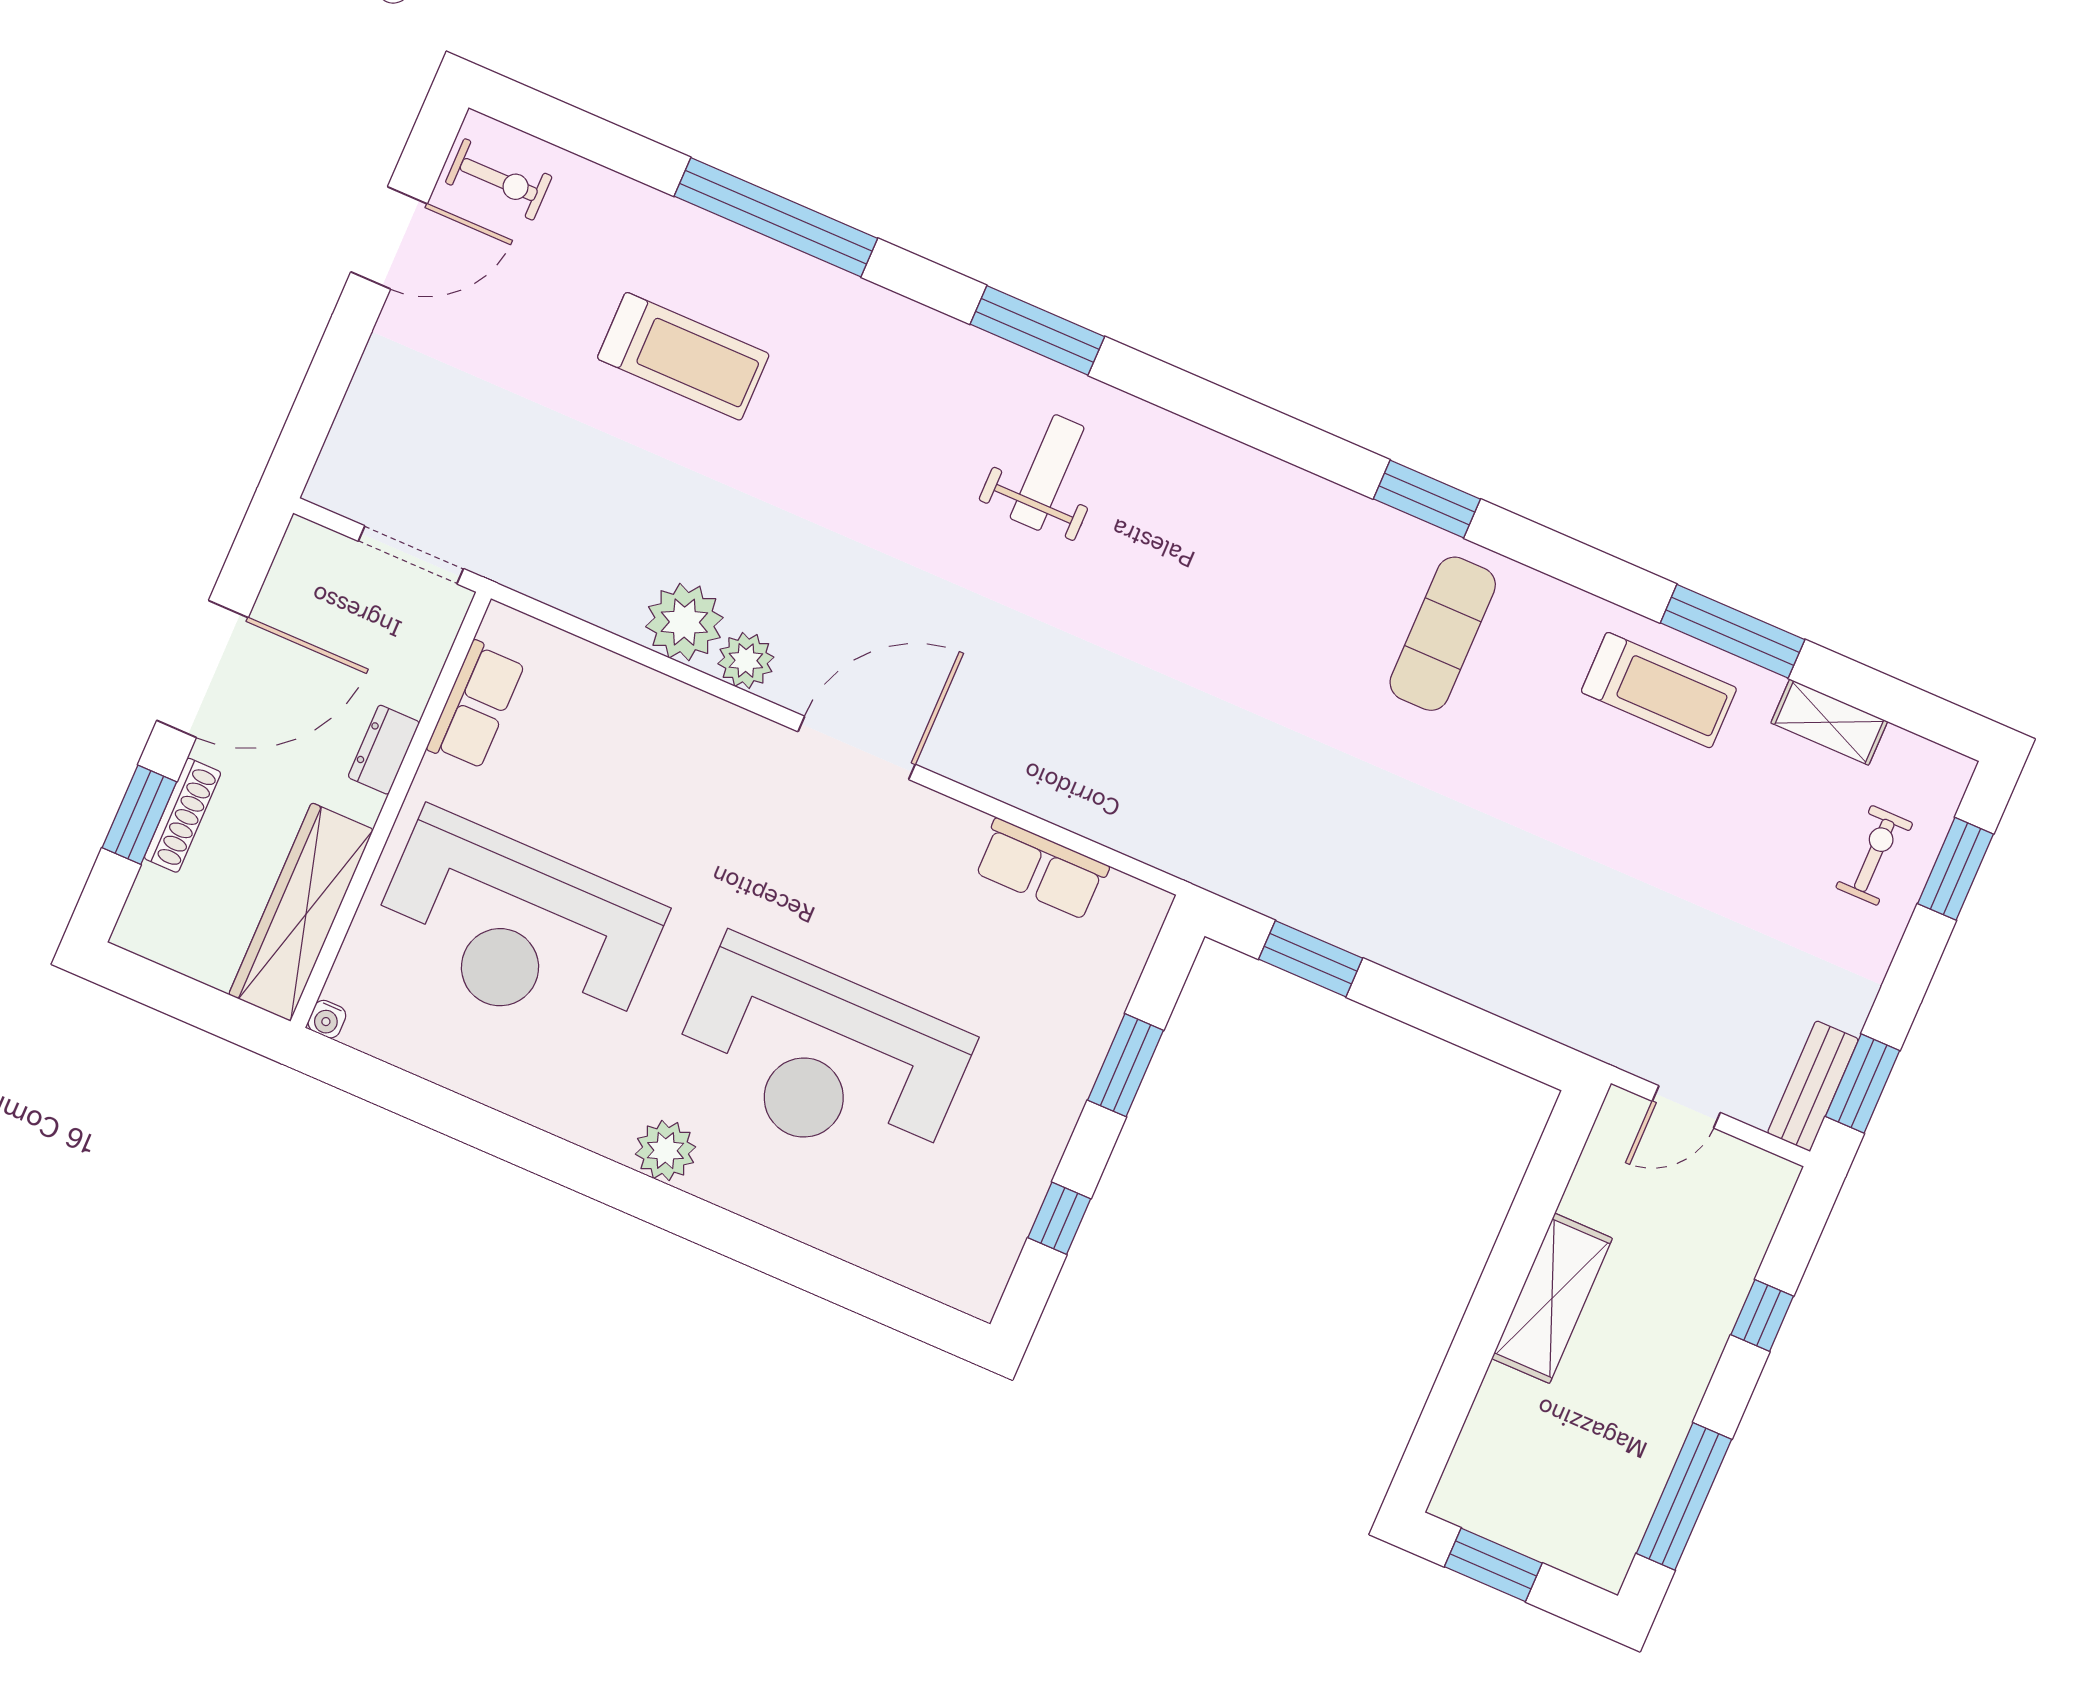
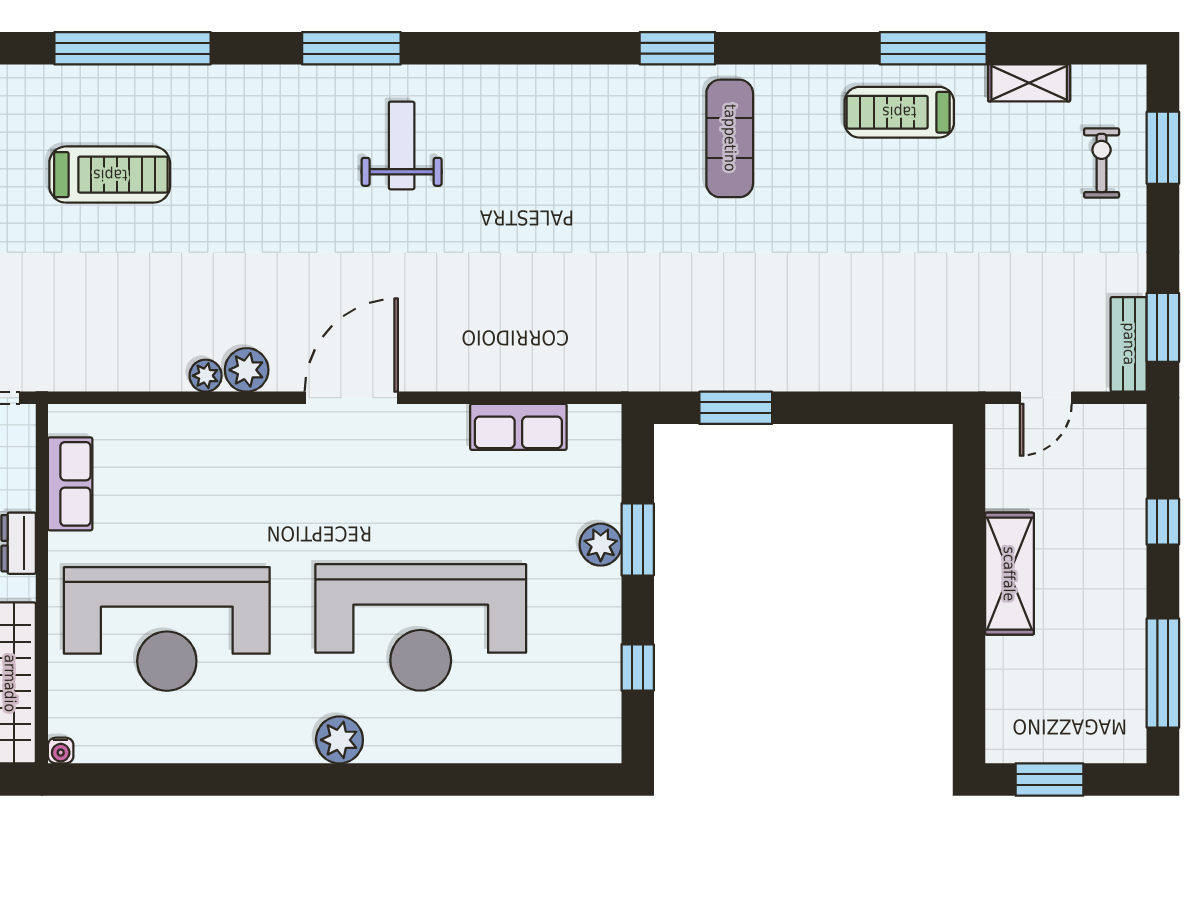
plant: (684, 622) -> (206, 376), width x0.53, depth x0.53
treadmill: (1659, 690) -> (899, 112), turned 180
plant: (1078, 1052) -> (601, 545), added

